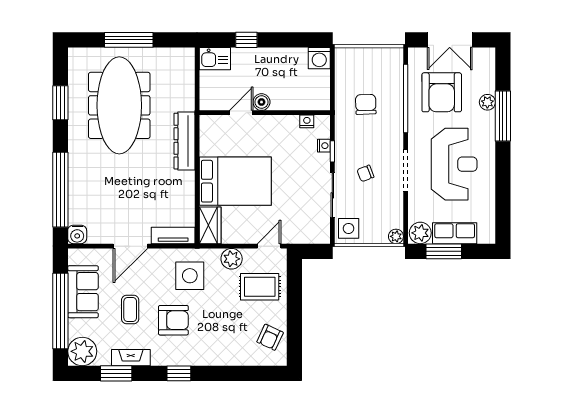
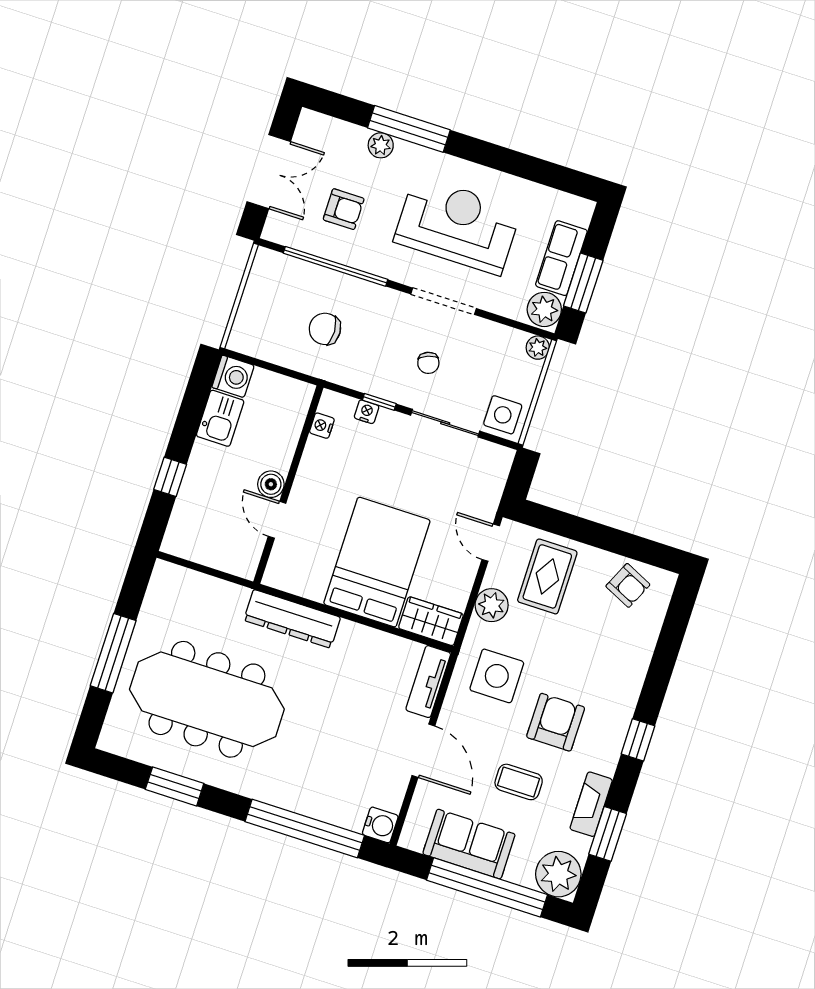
kitchen sink: (215, 59) -> (220, 418), moved
armchair: (442, 92) -> (344, 209), width x0.53, depth x0.53

